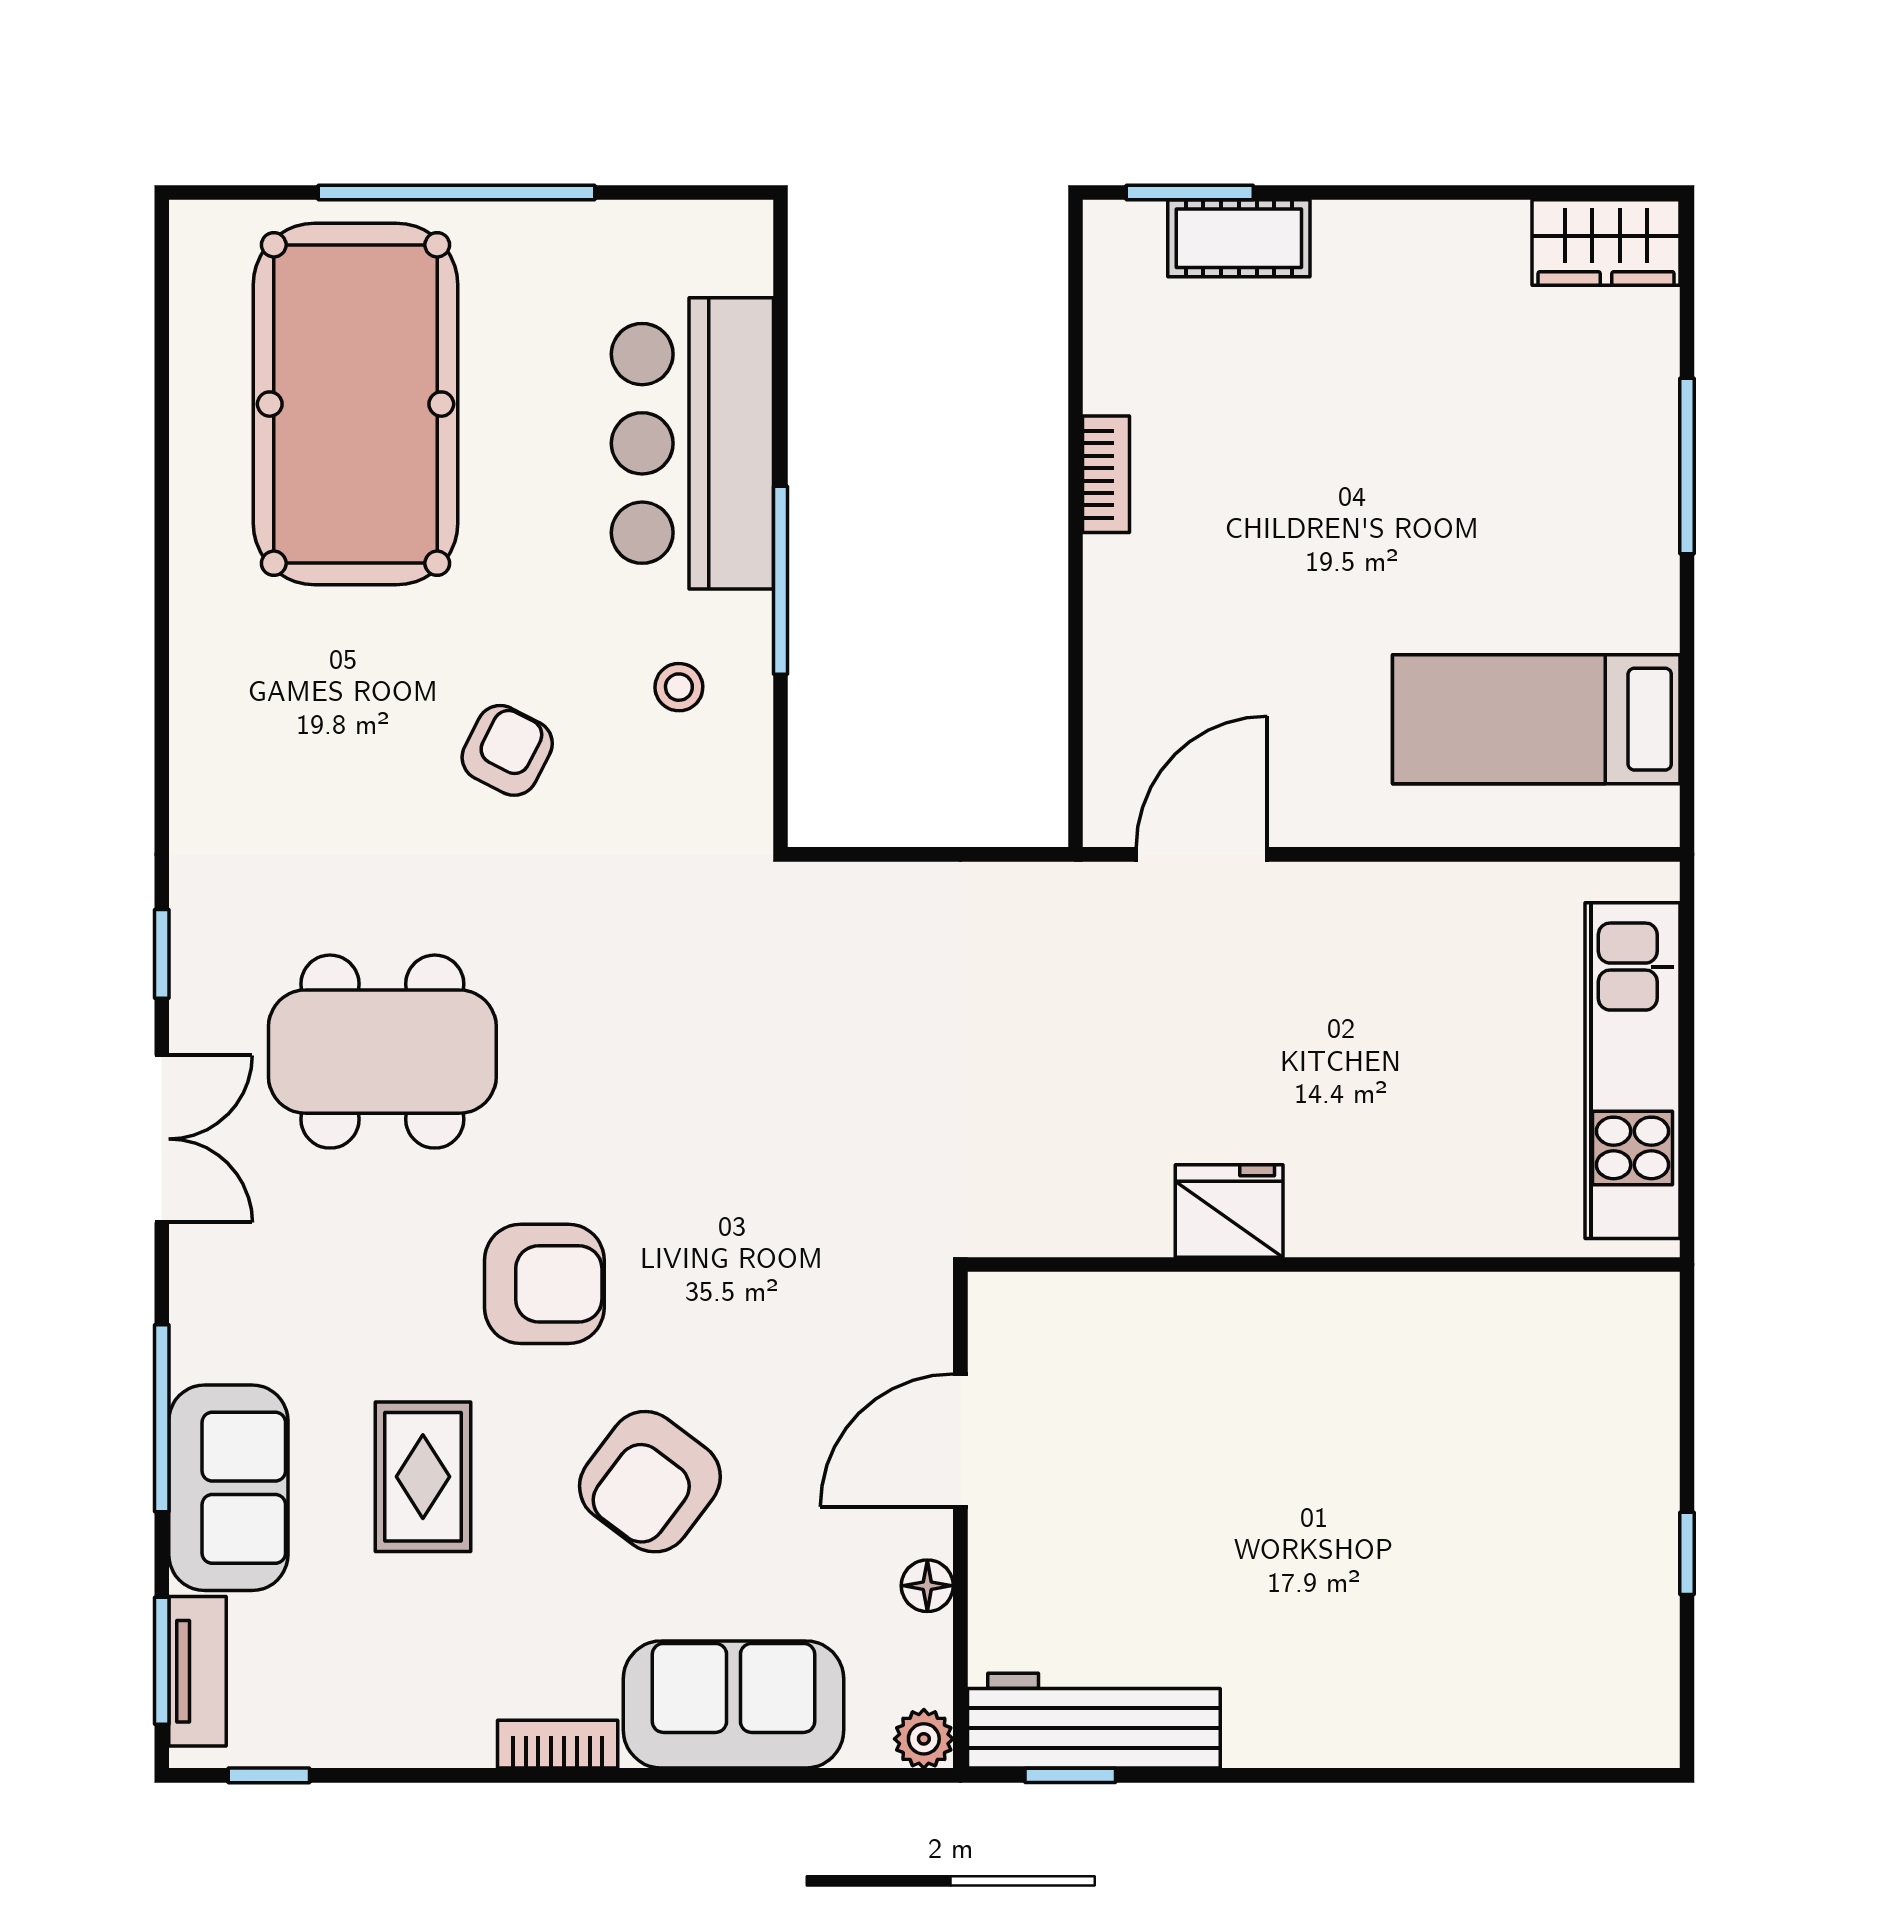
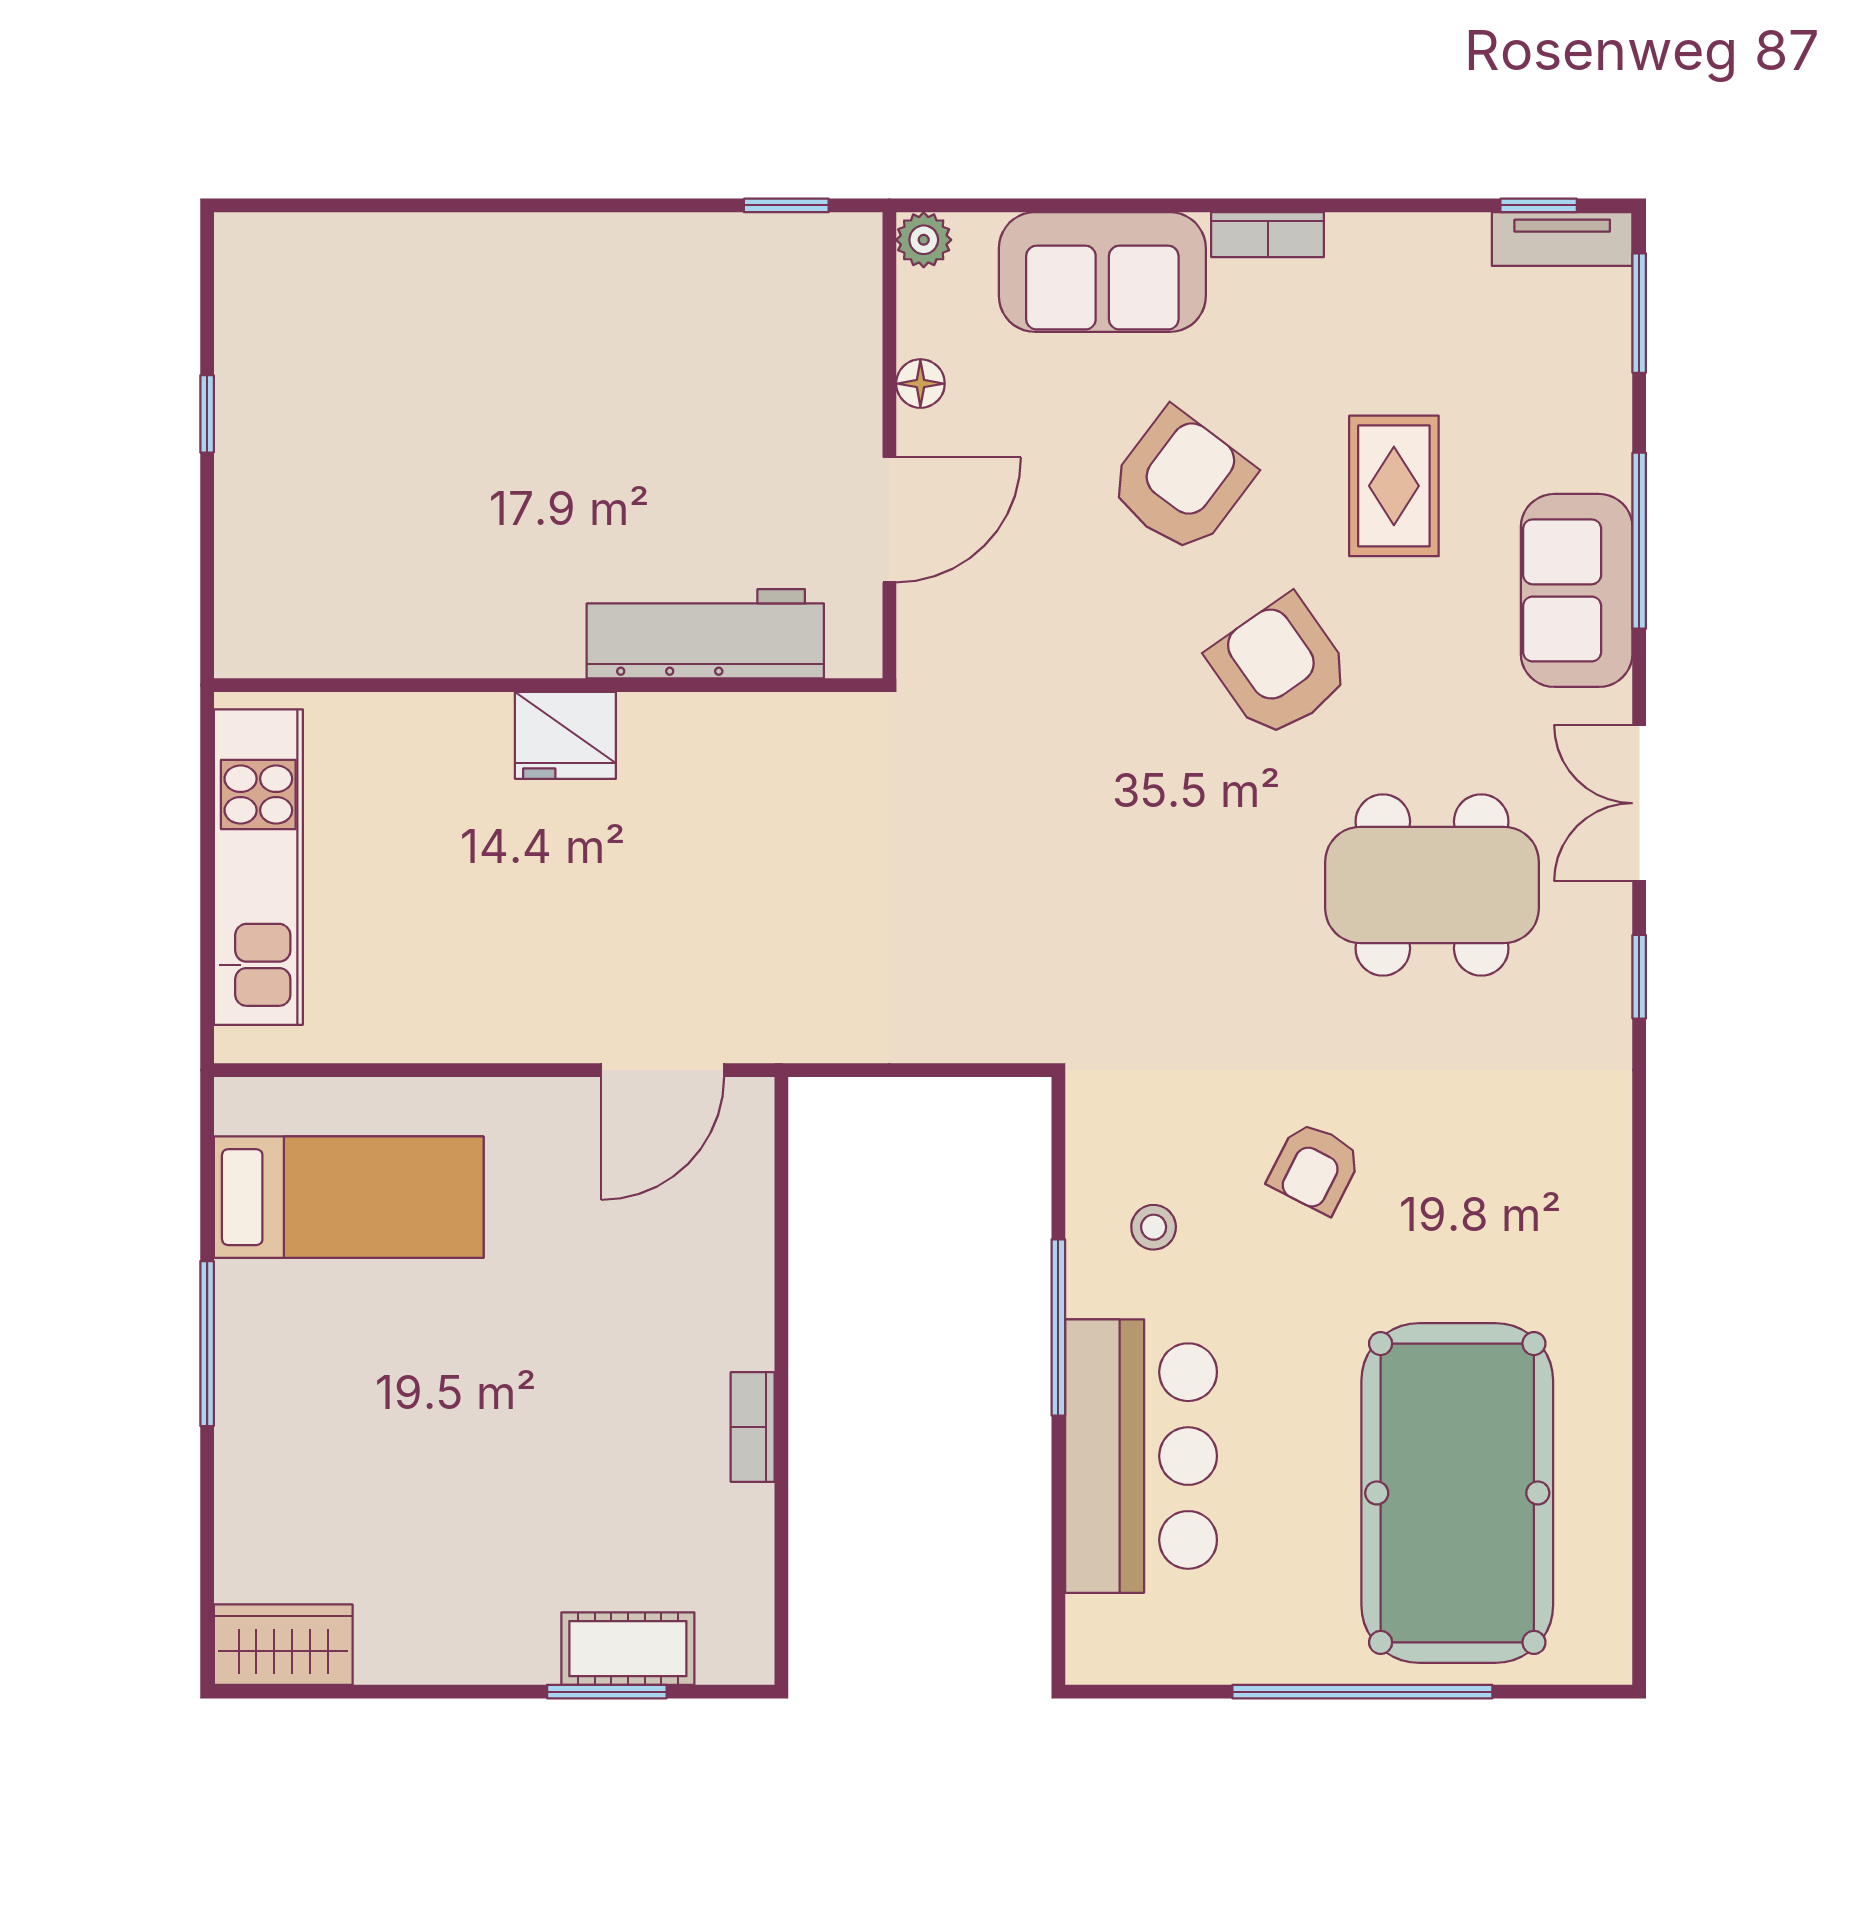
window: (1190, 192) -> (607, 1692), moved
window: (1687, 466) -> (207, 1344), moved
fridge: (1229, 1211) -> (565, 735), moved
armchair: (544, 1284) -> (1280, 667), turned 55
sofa: (228, 1488) -> (1577, 590), moved
tv unit: (197, 1671) -> (1562, 239), moved, turned -90
workbench: (1094, 1721) -> (705, 634), moved, turned 180

